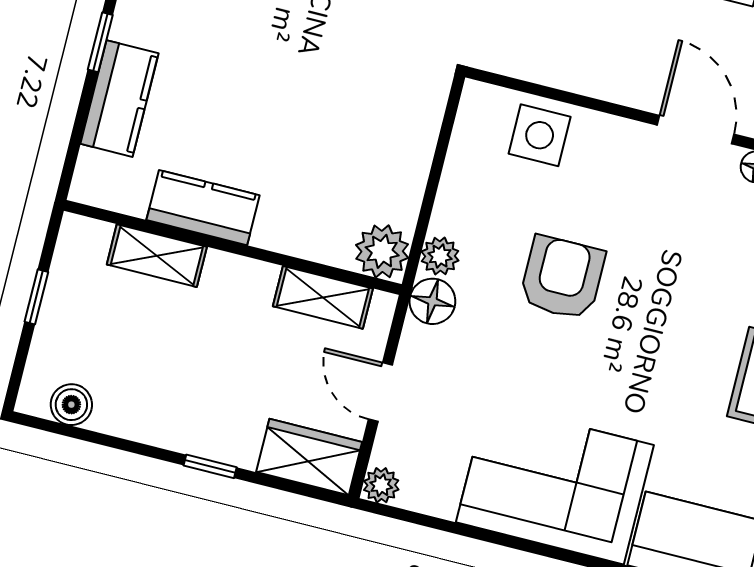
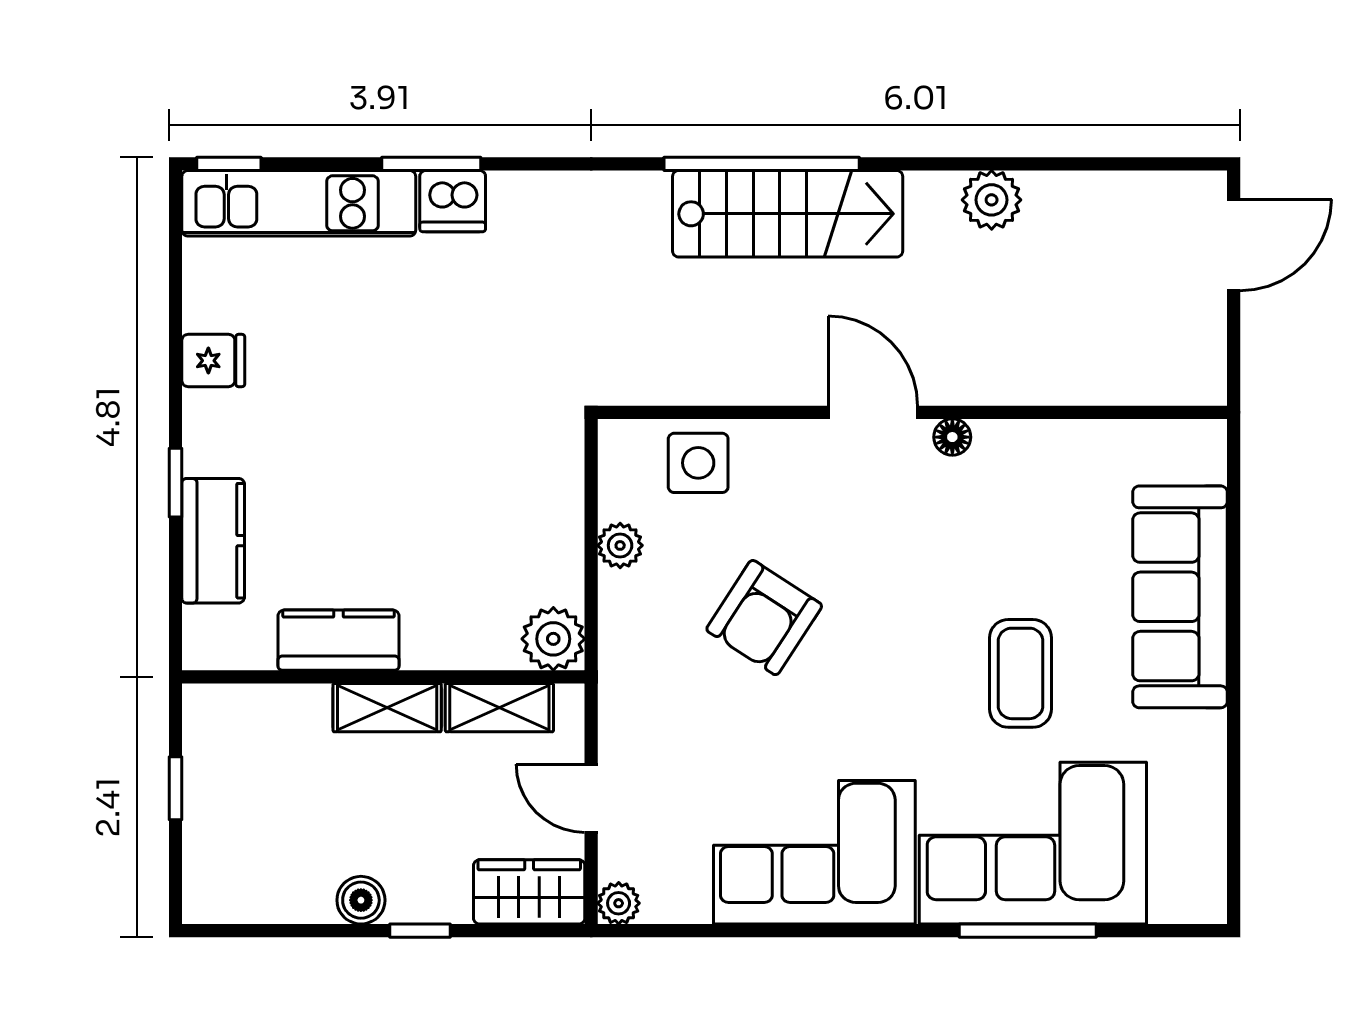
shelving: (157, 256) -> (387, 708), moved
plant: (440, 256) -> (620, 545), moved
armchair: (562, 278) -> (764, 618), turned -147
floor lamp: (432, 301) -> (624, 681), removed
boiler: (71, 405) -> (361, 900), moved

